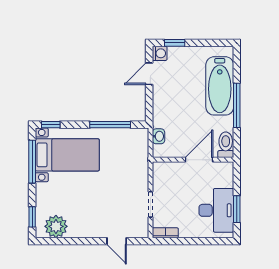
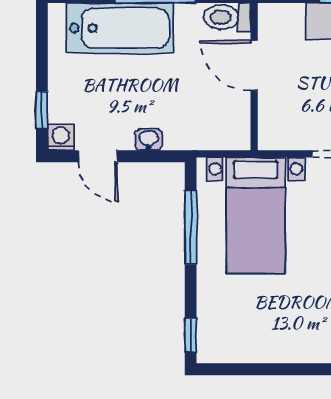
washbasin: (159, 136) -> (149, 139), moved
bed with nightstands: (67, 155) -> (256, 216), moved, turned 180
window: (32, 162) -> (258, 369), removed

